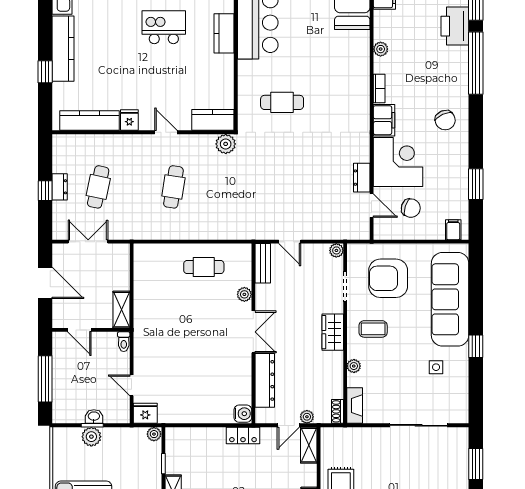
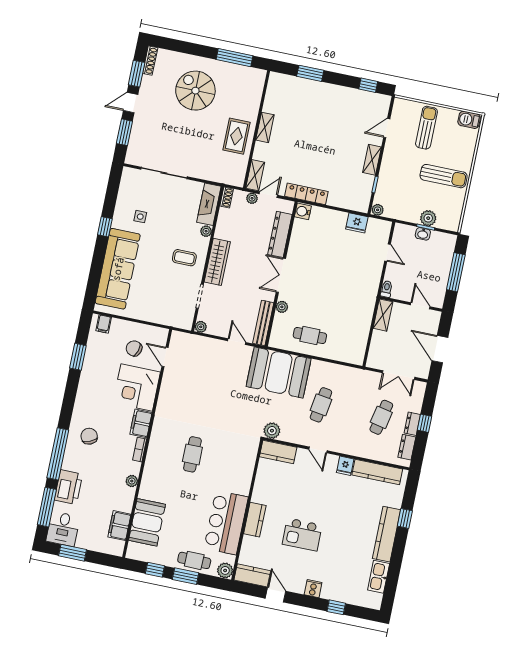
cafe table: (282, 102) -> (192, 454), moved, turned 90
chair: (445, 120) -> (89, 436), moved
dresser: (362, 178) -> (407, 447), moved, turned 180
booth: (232, 215) -> (279, 373), added
bench: (263, 263) -> (263, 323), width x1.36
armchair: (388, 278) -> (164, 296), removed
wardrobe: (333, 332) -> (217, 262), width x1.50
fireplace: (355, 406) -> (209, 204), width x1.37, depth x1.32
fridge: (145, 413) -> (357, 223), moved
locker: (243, 435) -> (306, 194), width x1.53

